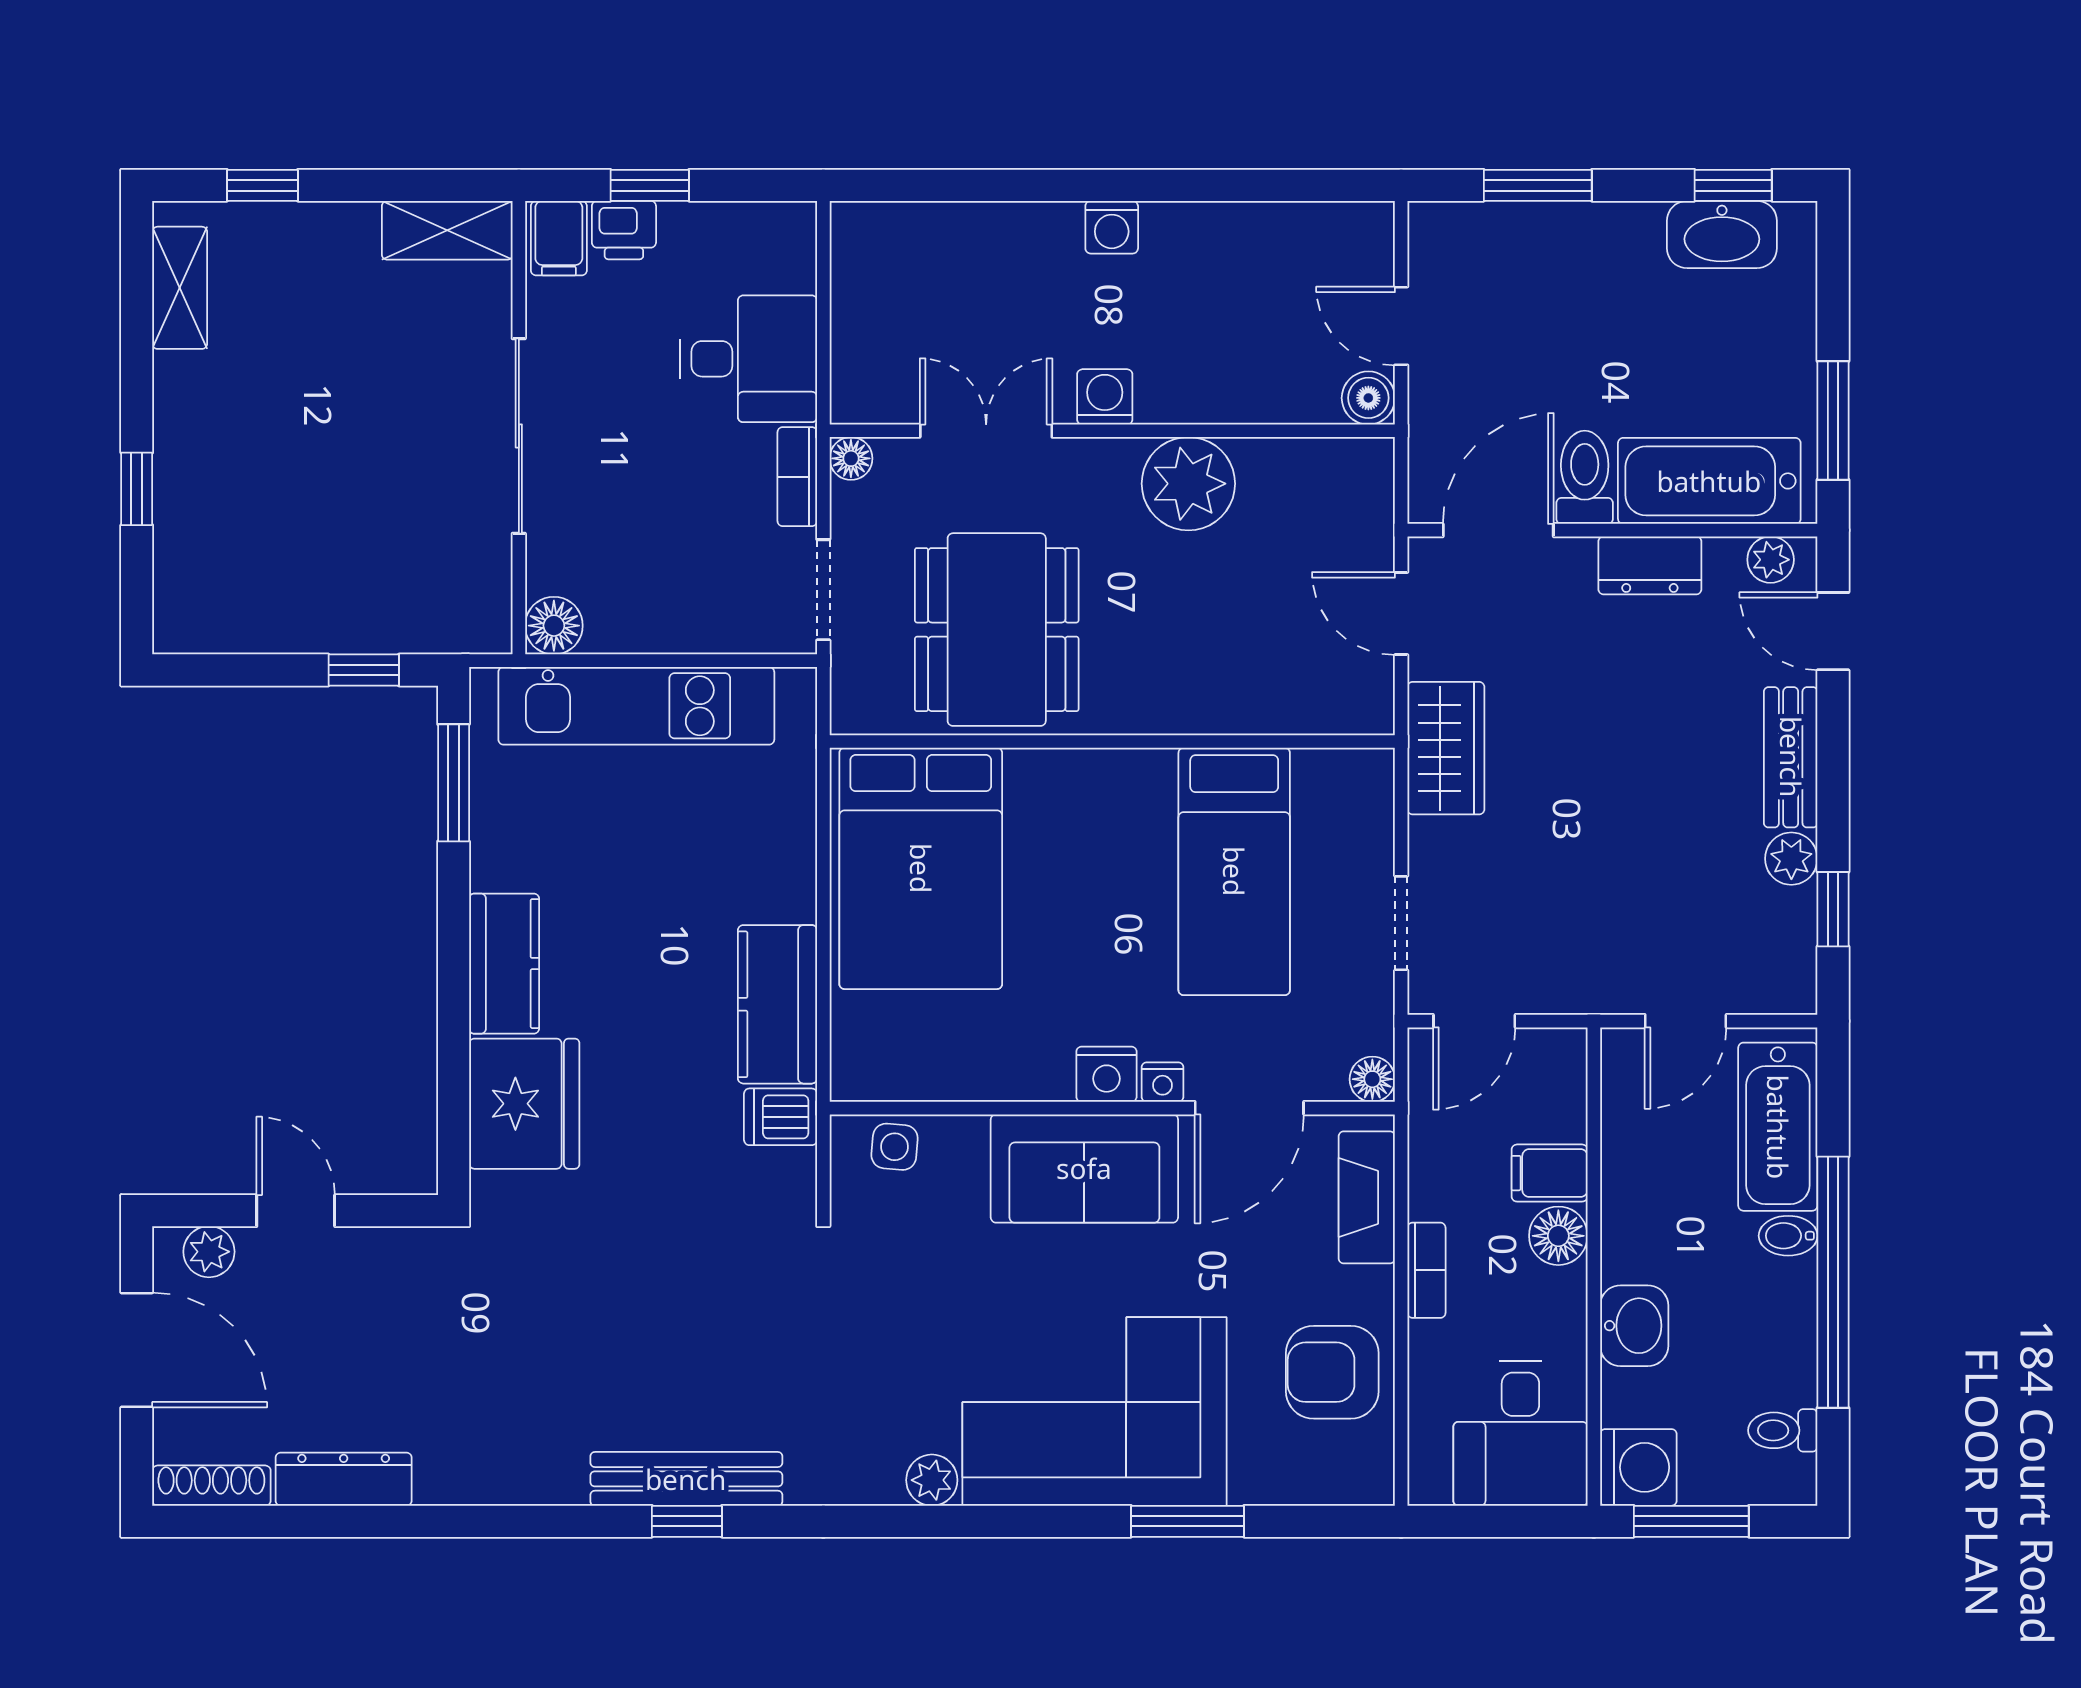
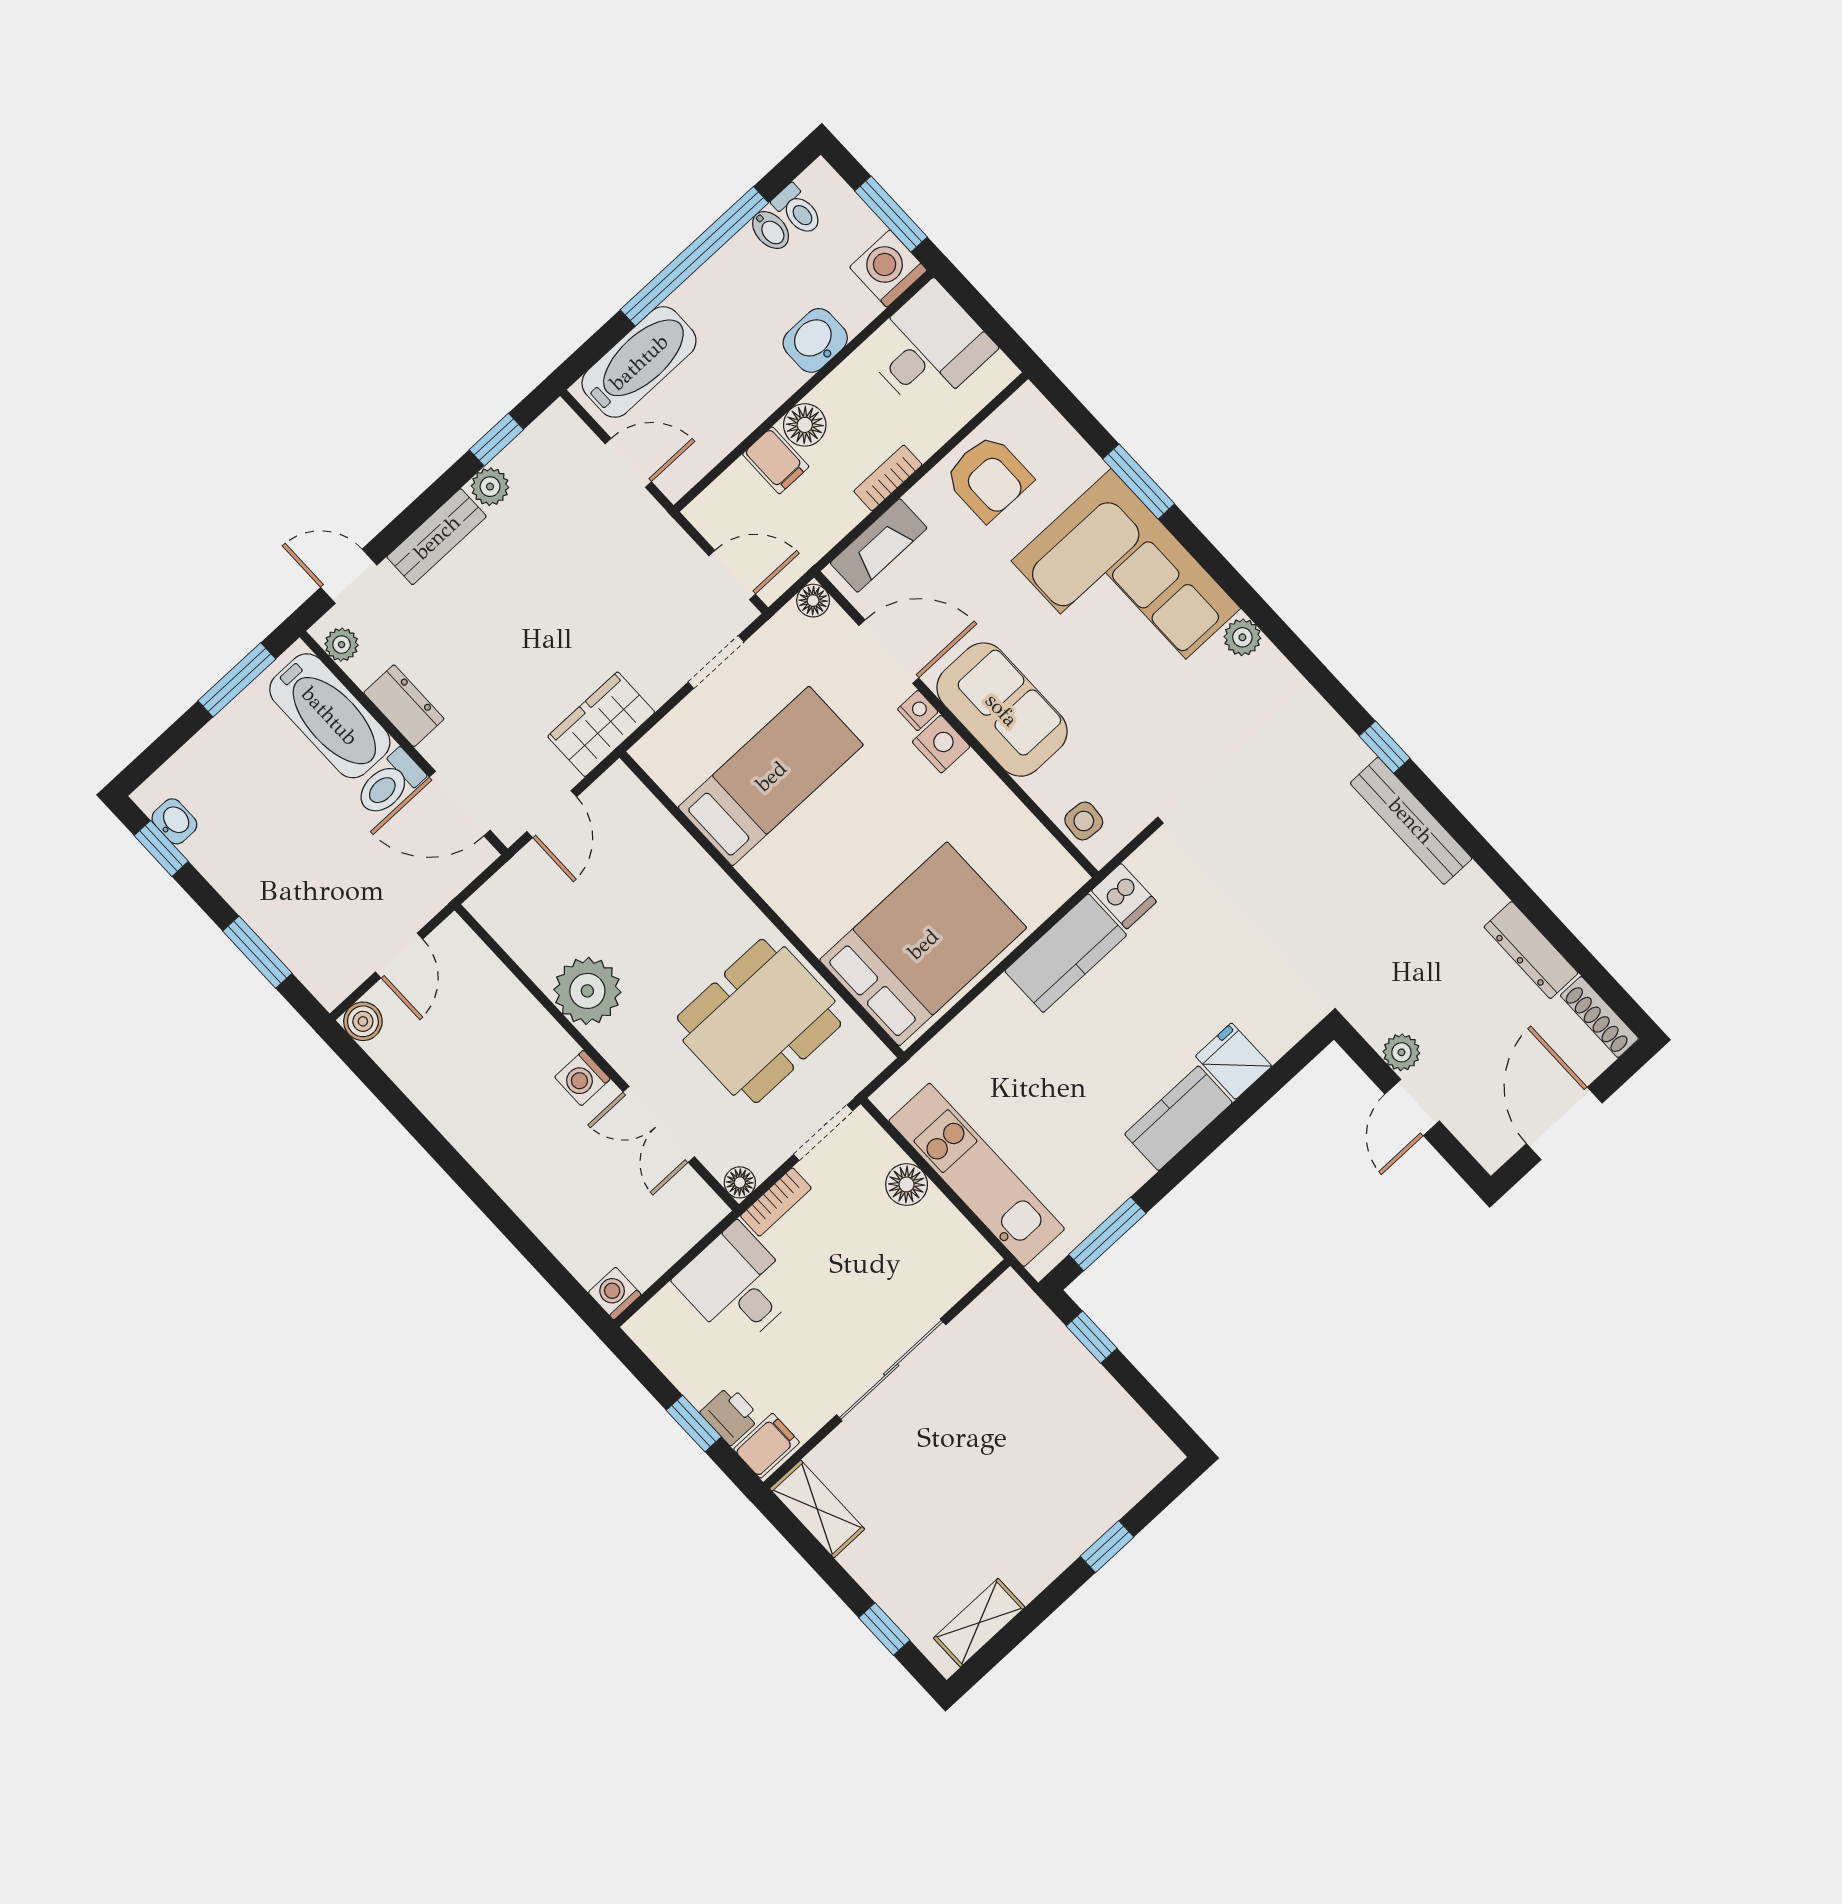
washing machine: (1112, 227) -> (615, 1294), moved, turned -90
washbasin: (1722, 235) -> (174, 821), width x0.52, depth x0.69
boiler: (1368, 398) -> (363, 1021), moved
floor lamp: (554, 626) -> (907, 1184), moved
door: (1833, 631) -> (349, 576), swing flipped
fridge: (524, 1104) -> (1234, 1061), width x0.53, depth x0.75
bidet: (1788, 1236) -> (771, 230), moved
plant: (209, 1252) -> (1401, 1052), moved
bench: (686, 1479) -> (1411, 821), moved

